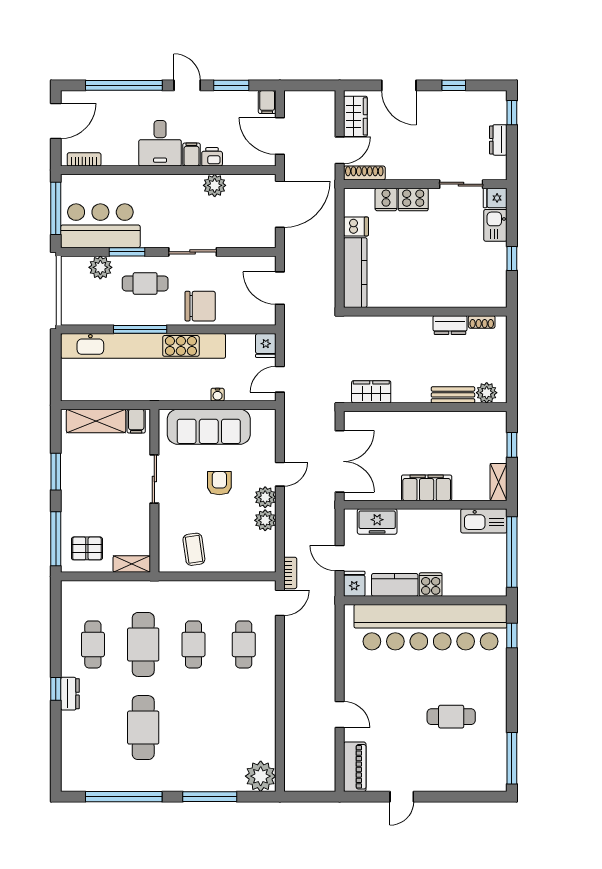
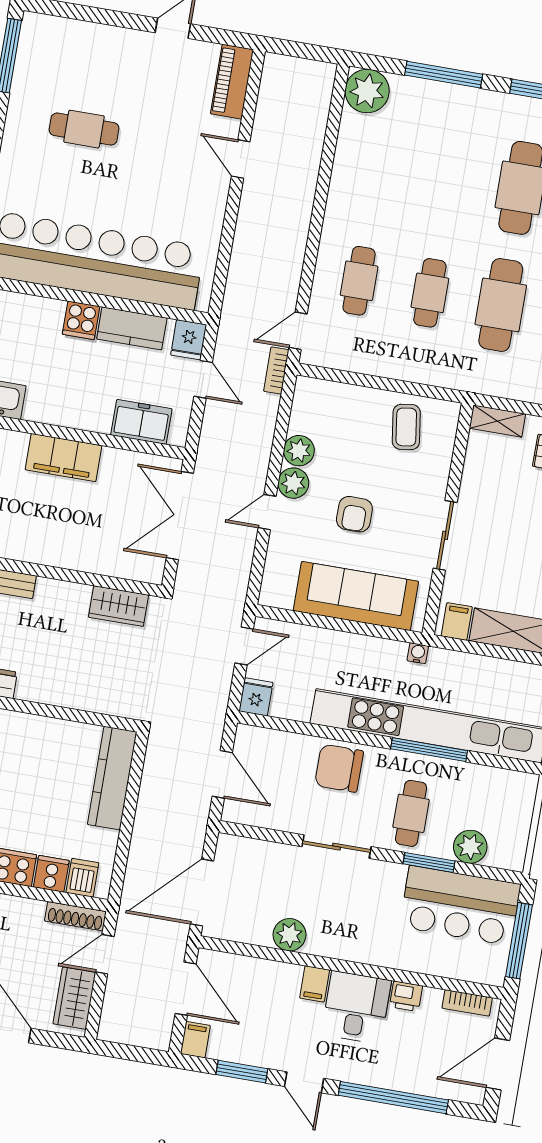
printer: (212, 157) -> (406, 996), moved
dishwasher: (356, 226) -> (82, 878), moved, turned 90
cafe table: (145, 283) -> (411, 813), turned 90
water cooler: (218, 395) -> (418, 653), moved

